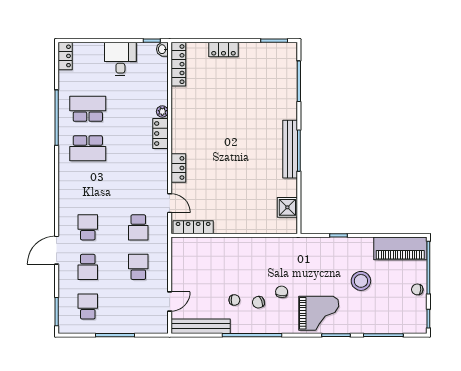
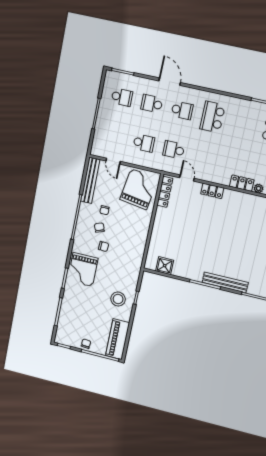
school desk: (88, 148) -> (213, 117), moved
bench: (290, 149) -> (225, 282), moved
door: (170, 203) -> (187, 178), swing flipped
grand piano: (197, 261) -> (139, 189), added
stool: (361, 281) -> (118, 299), moved

